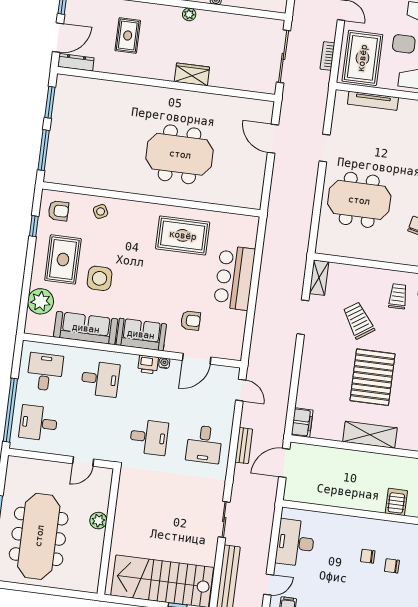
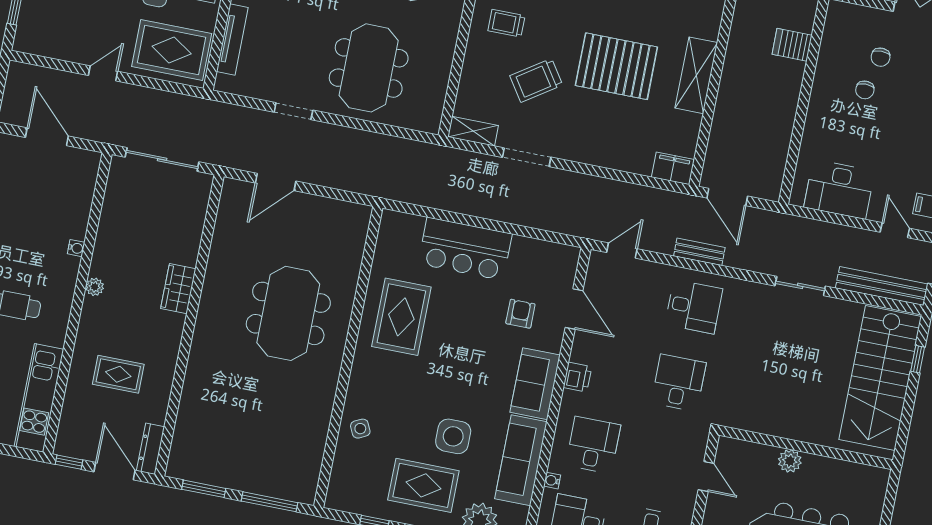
bookcase: (327, 56) -> (166, 98), removed
armchair: (59, 211) -> (355, 487), removed
water cooler: (164, 363) -> (552, 481), moved

